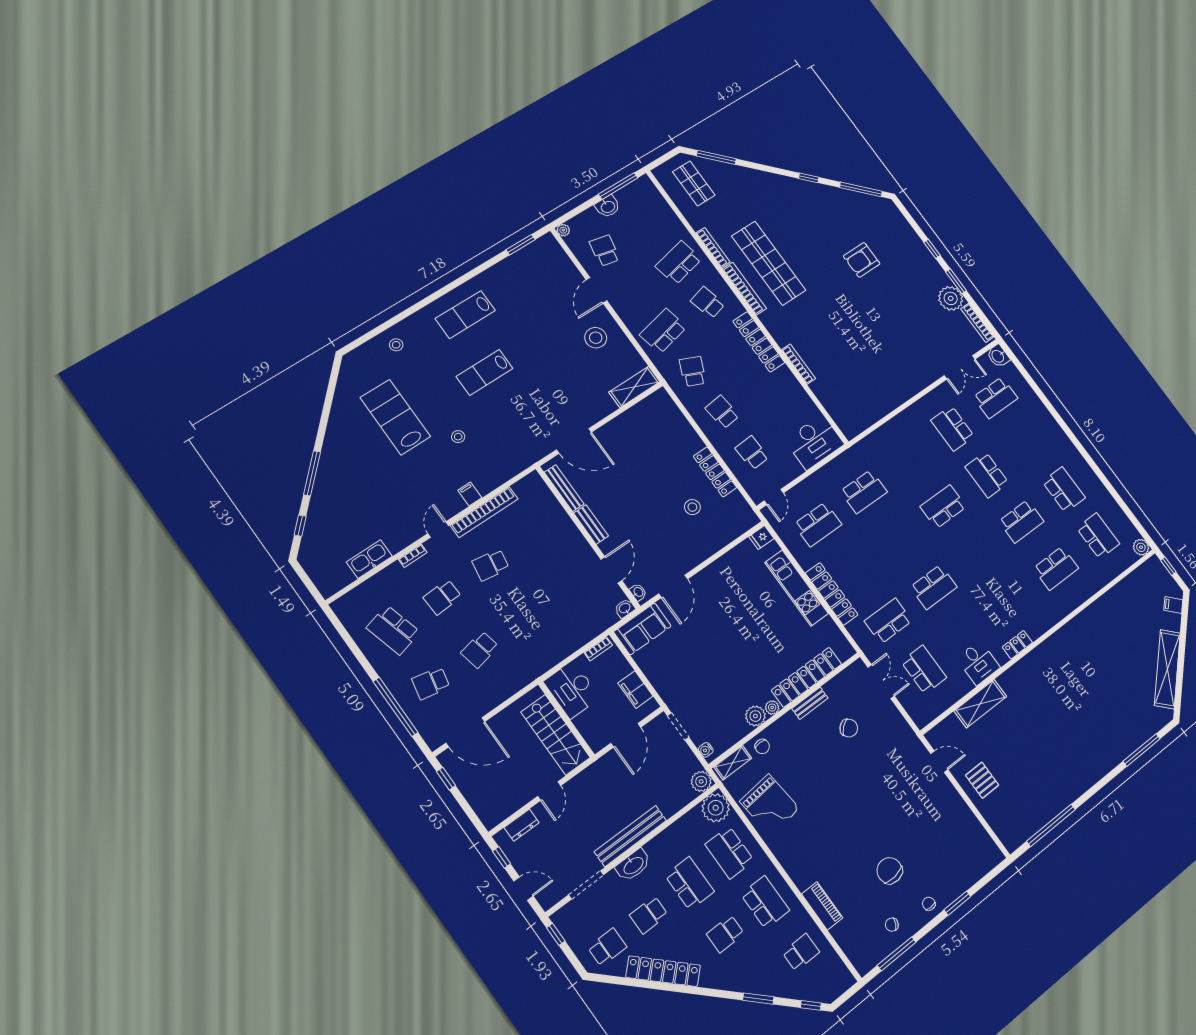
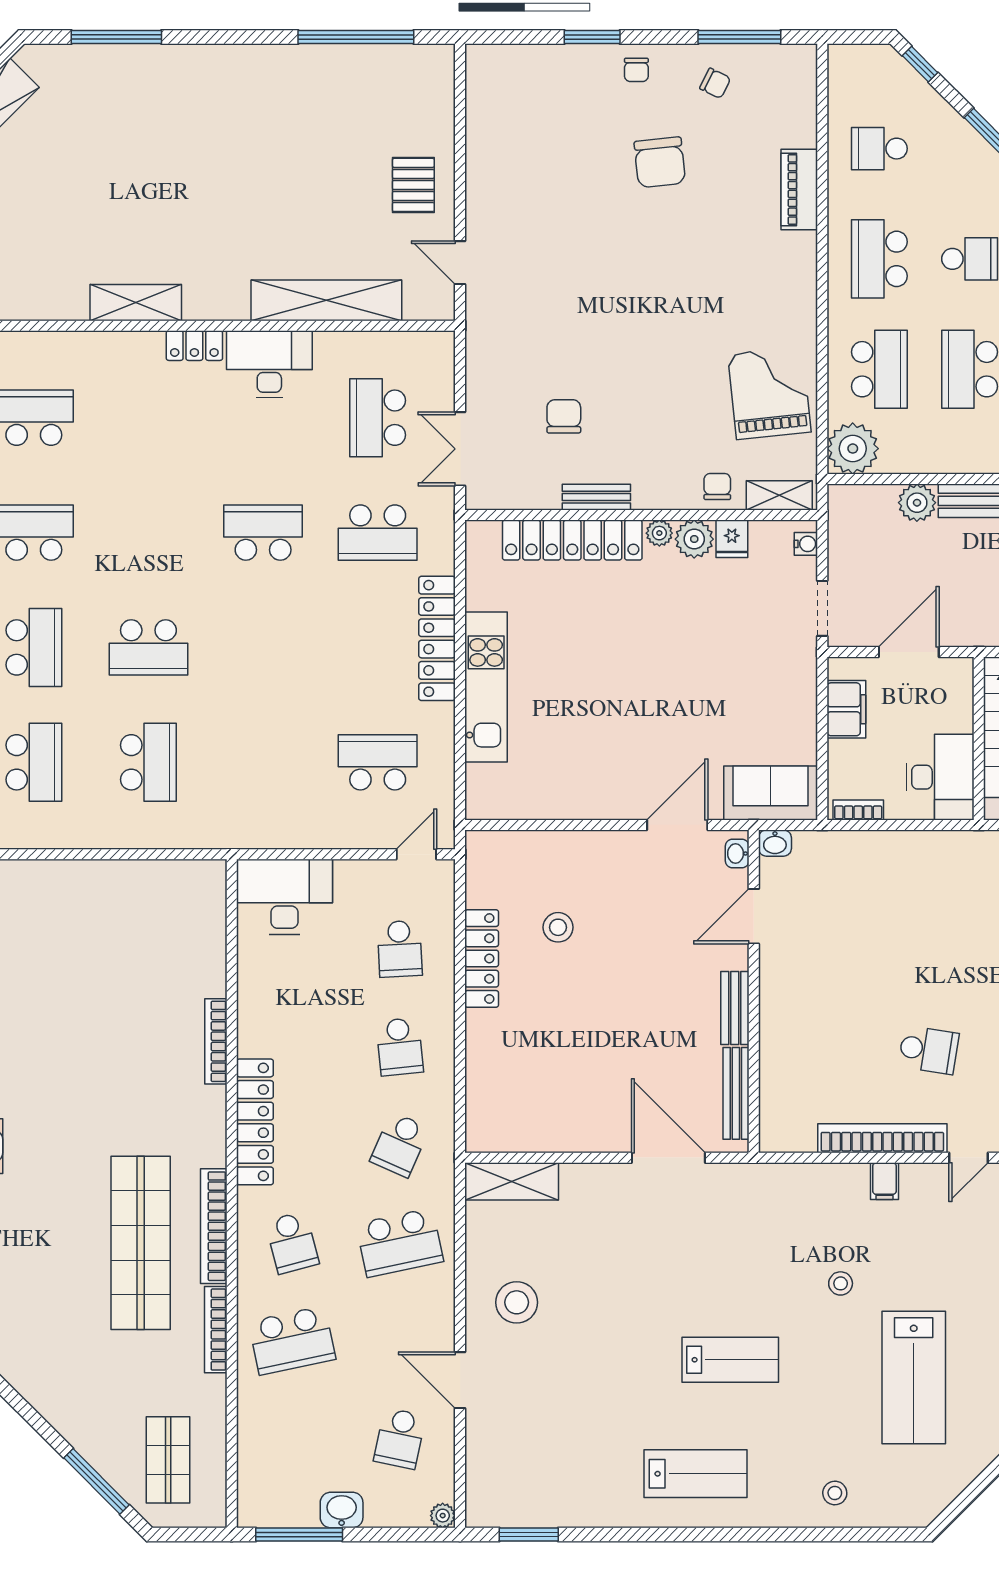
door: (596, 290) -> (460, 1380), swing flipped
school desk: (864, 492) -> (148, 762), moved, turned 90
fridge: (761, 538) -> (732, 539), moved, turned 90
shelving: (1053, 645) -> (136, 303), added
desk: (978, 663) -> (269, 364), width x1.37
shelving: (980, 704) -> (326, 300), width x1.47
chair: (849, 728) -> (564, 416), turned 40
plant: (701, 781) -> (917, 503), moved

